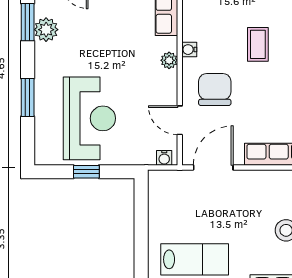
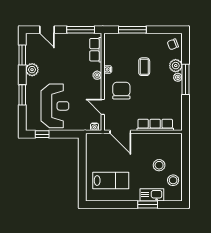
plant: (46, 30) -> (32, 70), moved
door: (213, 167) -> (120, 132), swing flipped
window: (86, 172) -> (42, 134), moved

